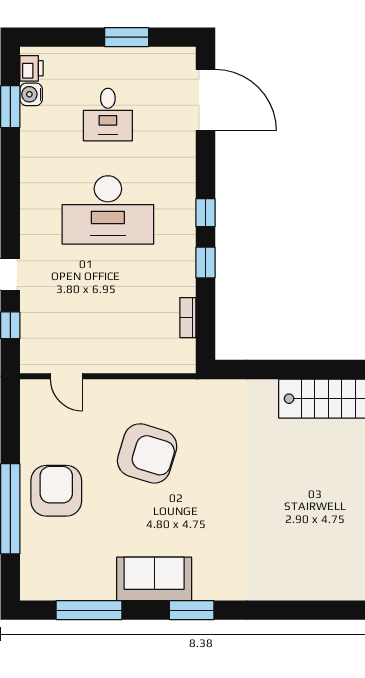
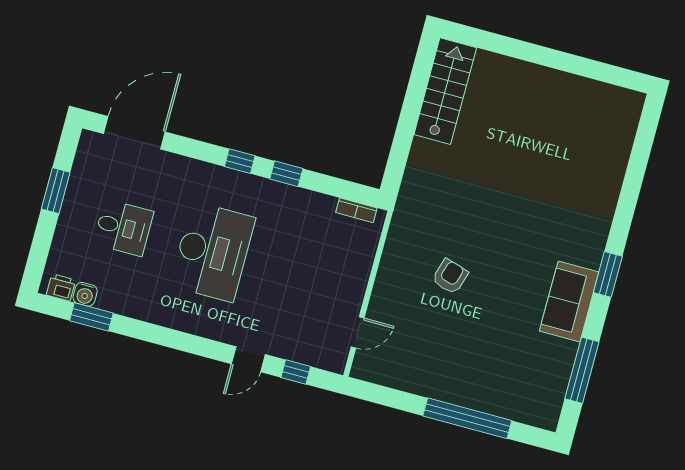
bookcase: (188, 318) -> (356, 210), moved
armchair: (147, 453) -> (450, 276), width x0.53, depth x0.53
armchair: (56, 491) -> (462, 371), removed

